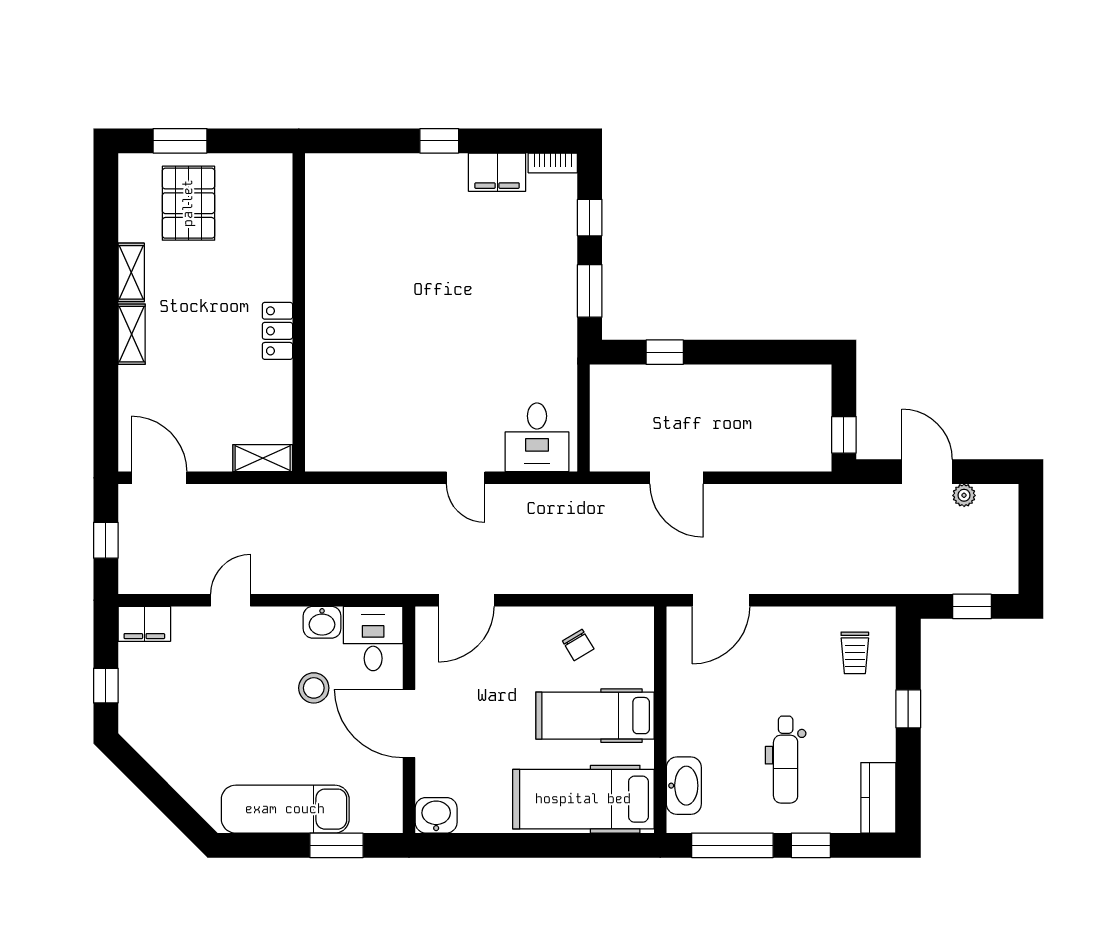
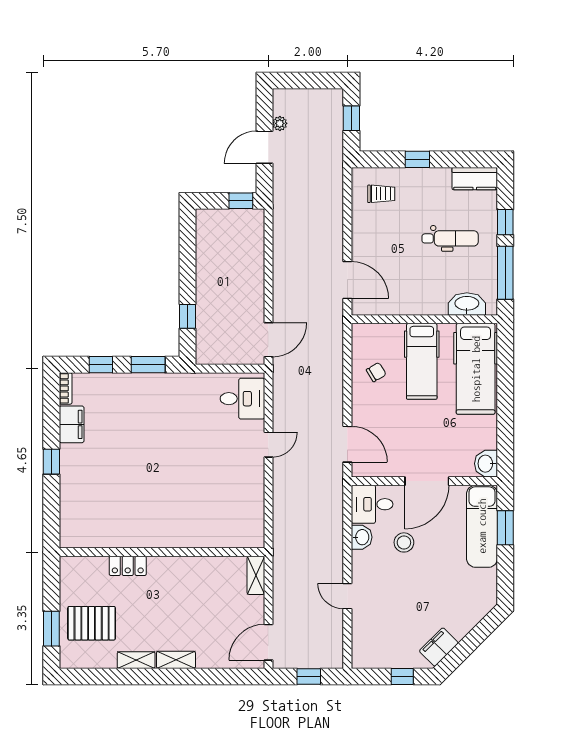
locker: (277, 331) -> (128, 566), moved
door: (677, 478) -> (268, 340), moved
filing cabinet: (144, 624) -> (439, 647), moved, turned -135
exam couch: (285, 809) -> (482, 526), moved

